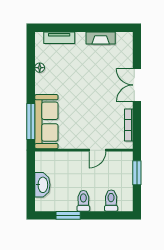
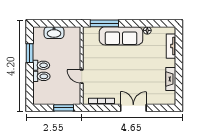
sofa: (46, 122) -> (121, 36), moved
toilet: (111, 201) -> (41, 76), moved

